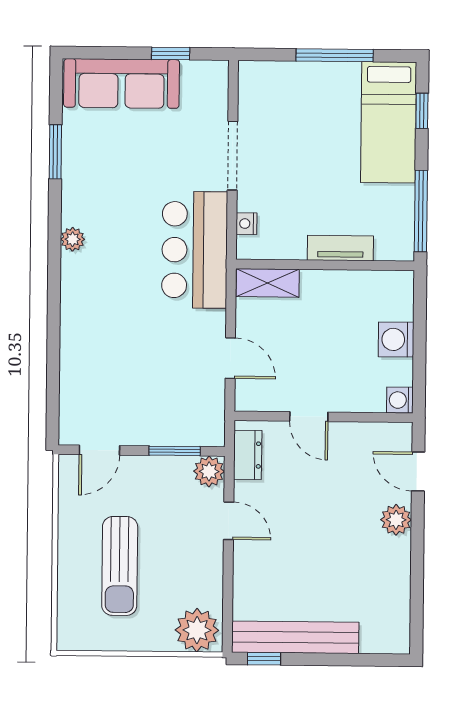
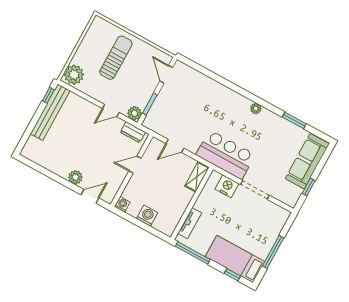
nightstand: (246, 224) -> (227, 186), width x1.89, depth x1.79
tv unit: (340, 248) -> (190, 223), moved
sun lounger: (120, 566) -> (116, 58), turned 90

